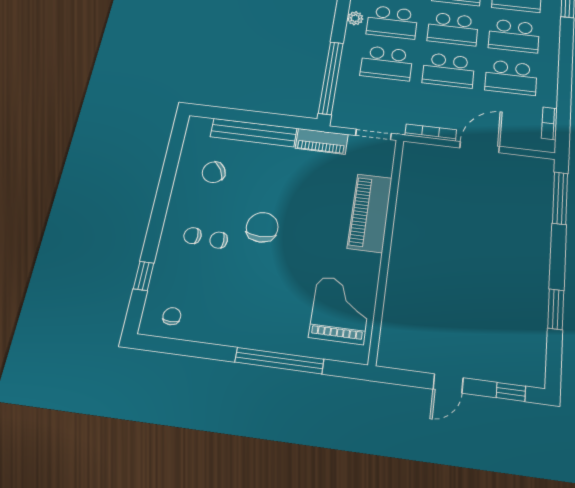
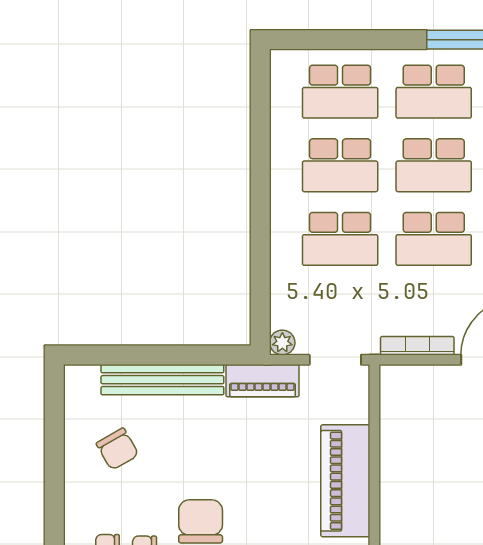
plant: (355, 18) -> (282, 343), moved
window: (331, 78) -> (260, 275), removed
chair: (214, 172) -> (117, 449), turned -90

